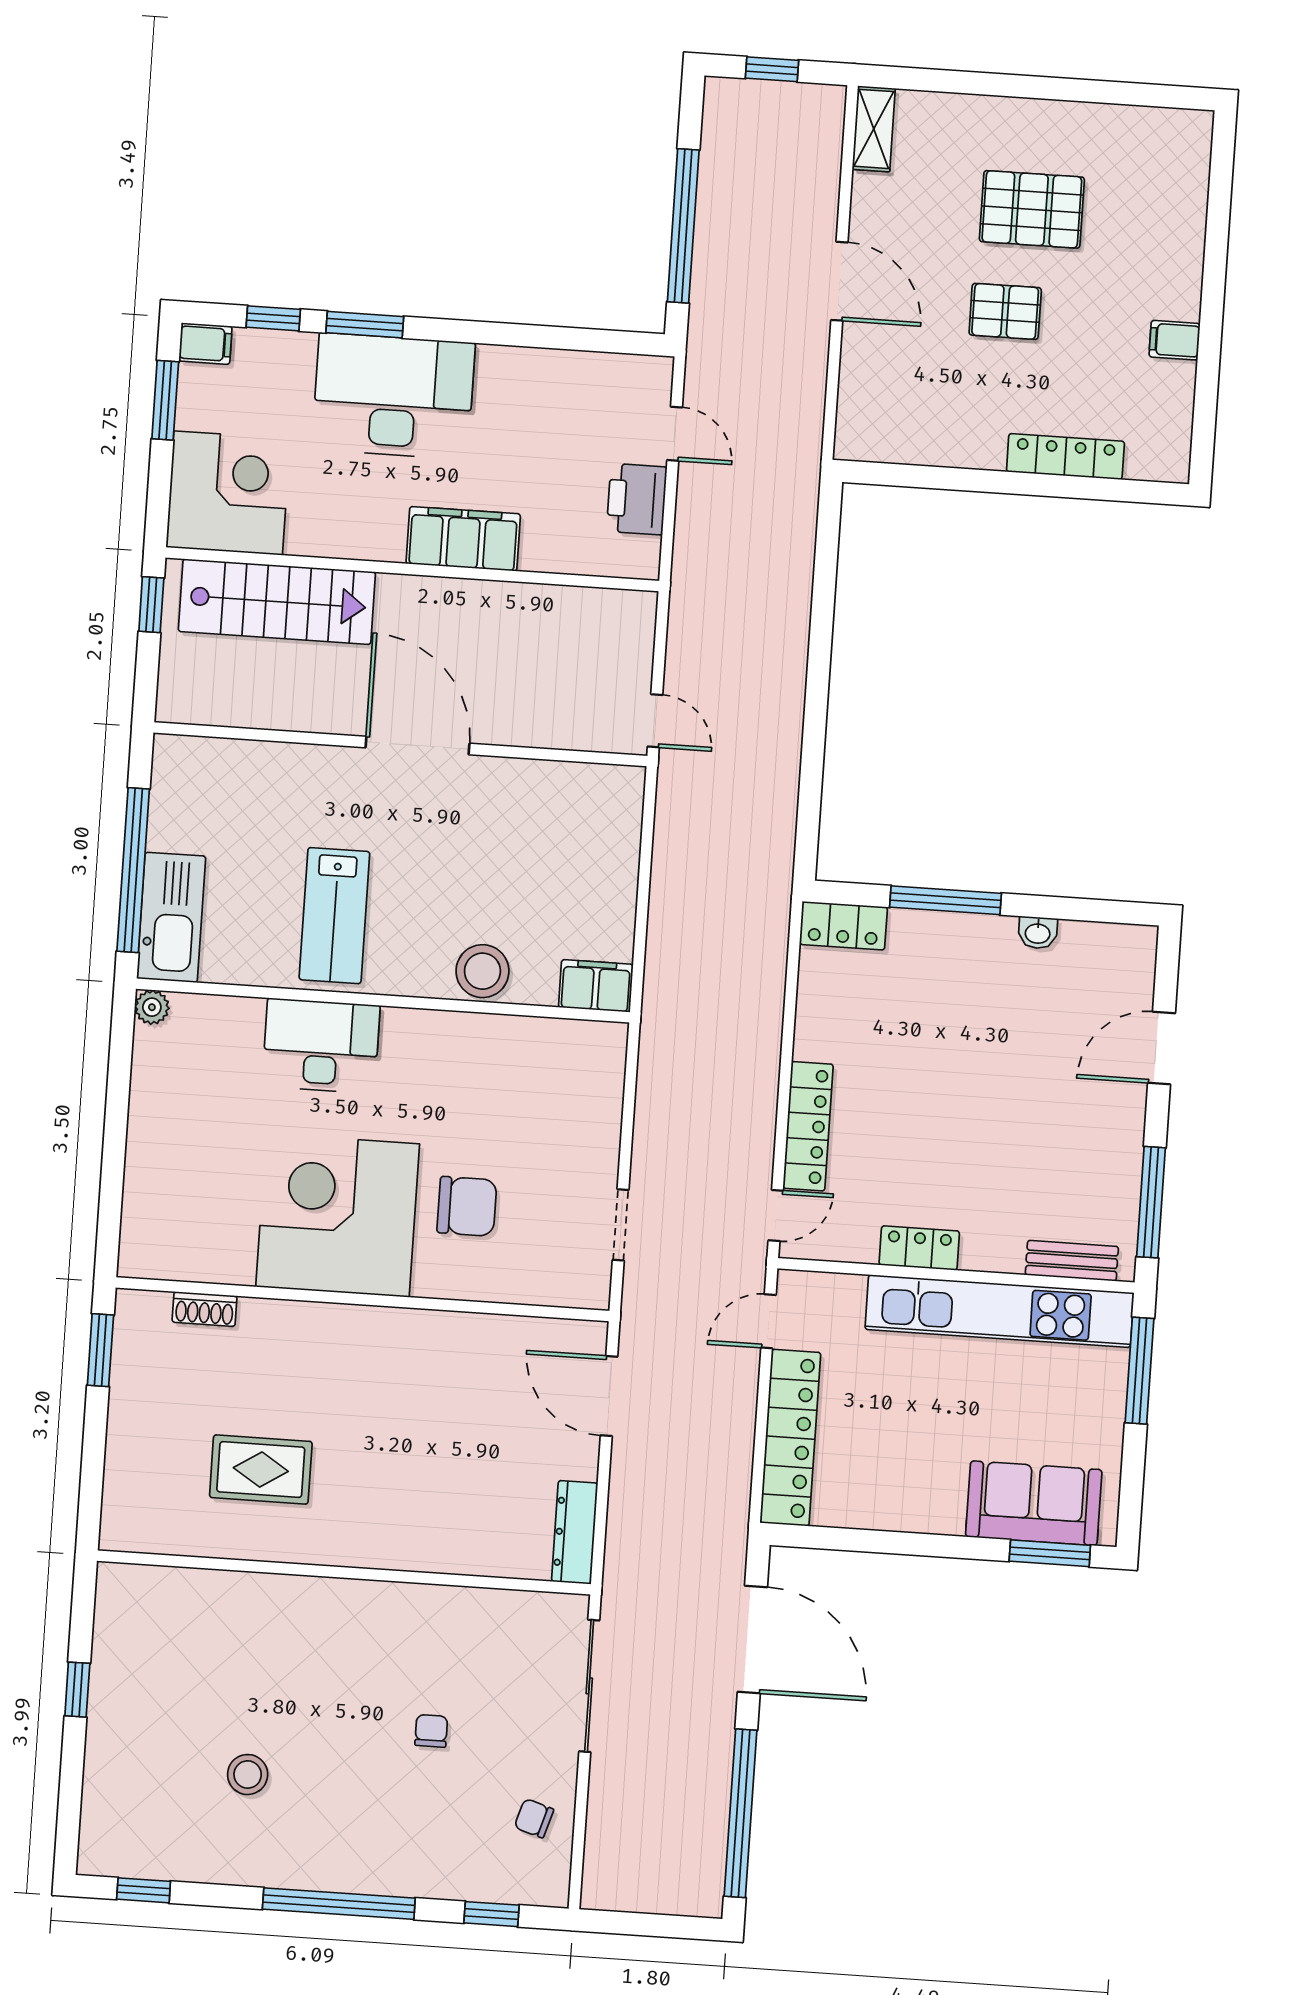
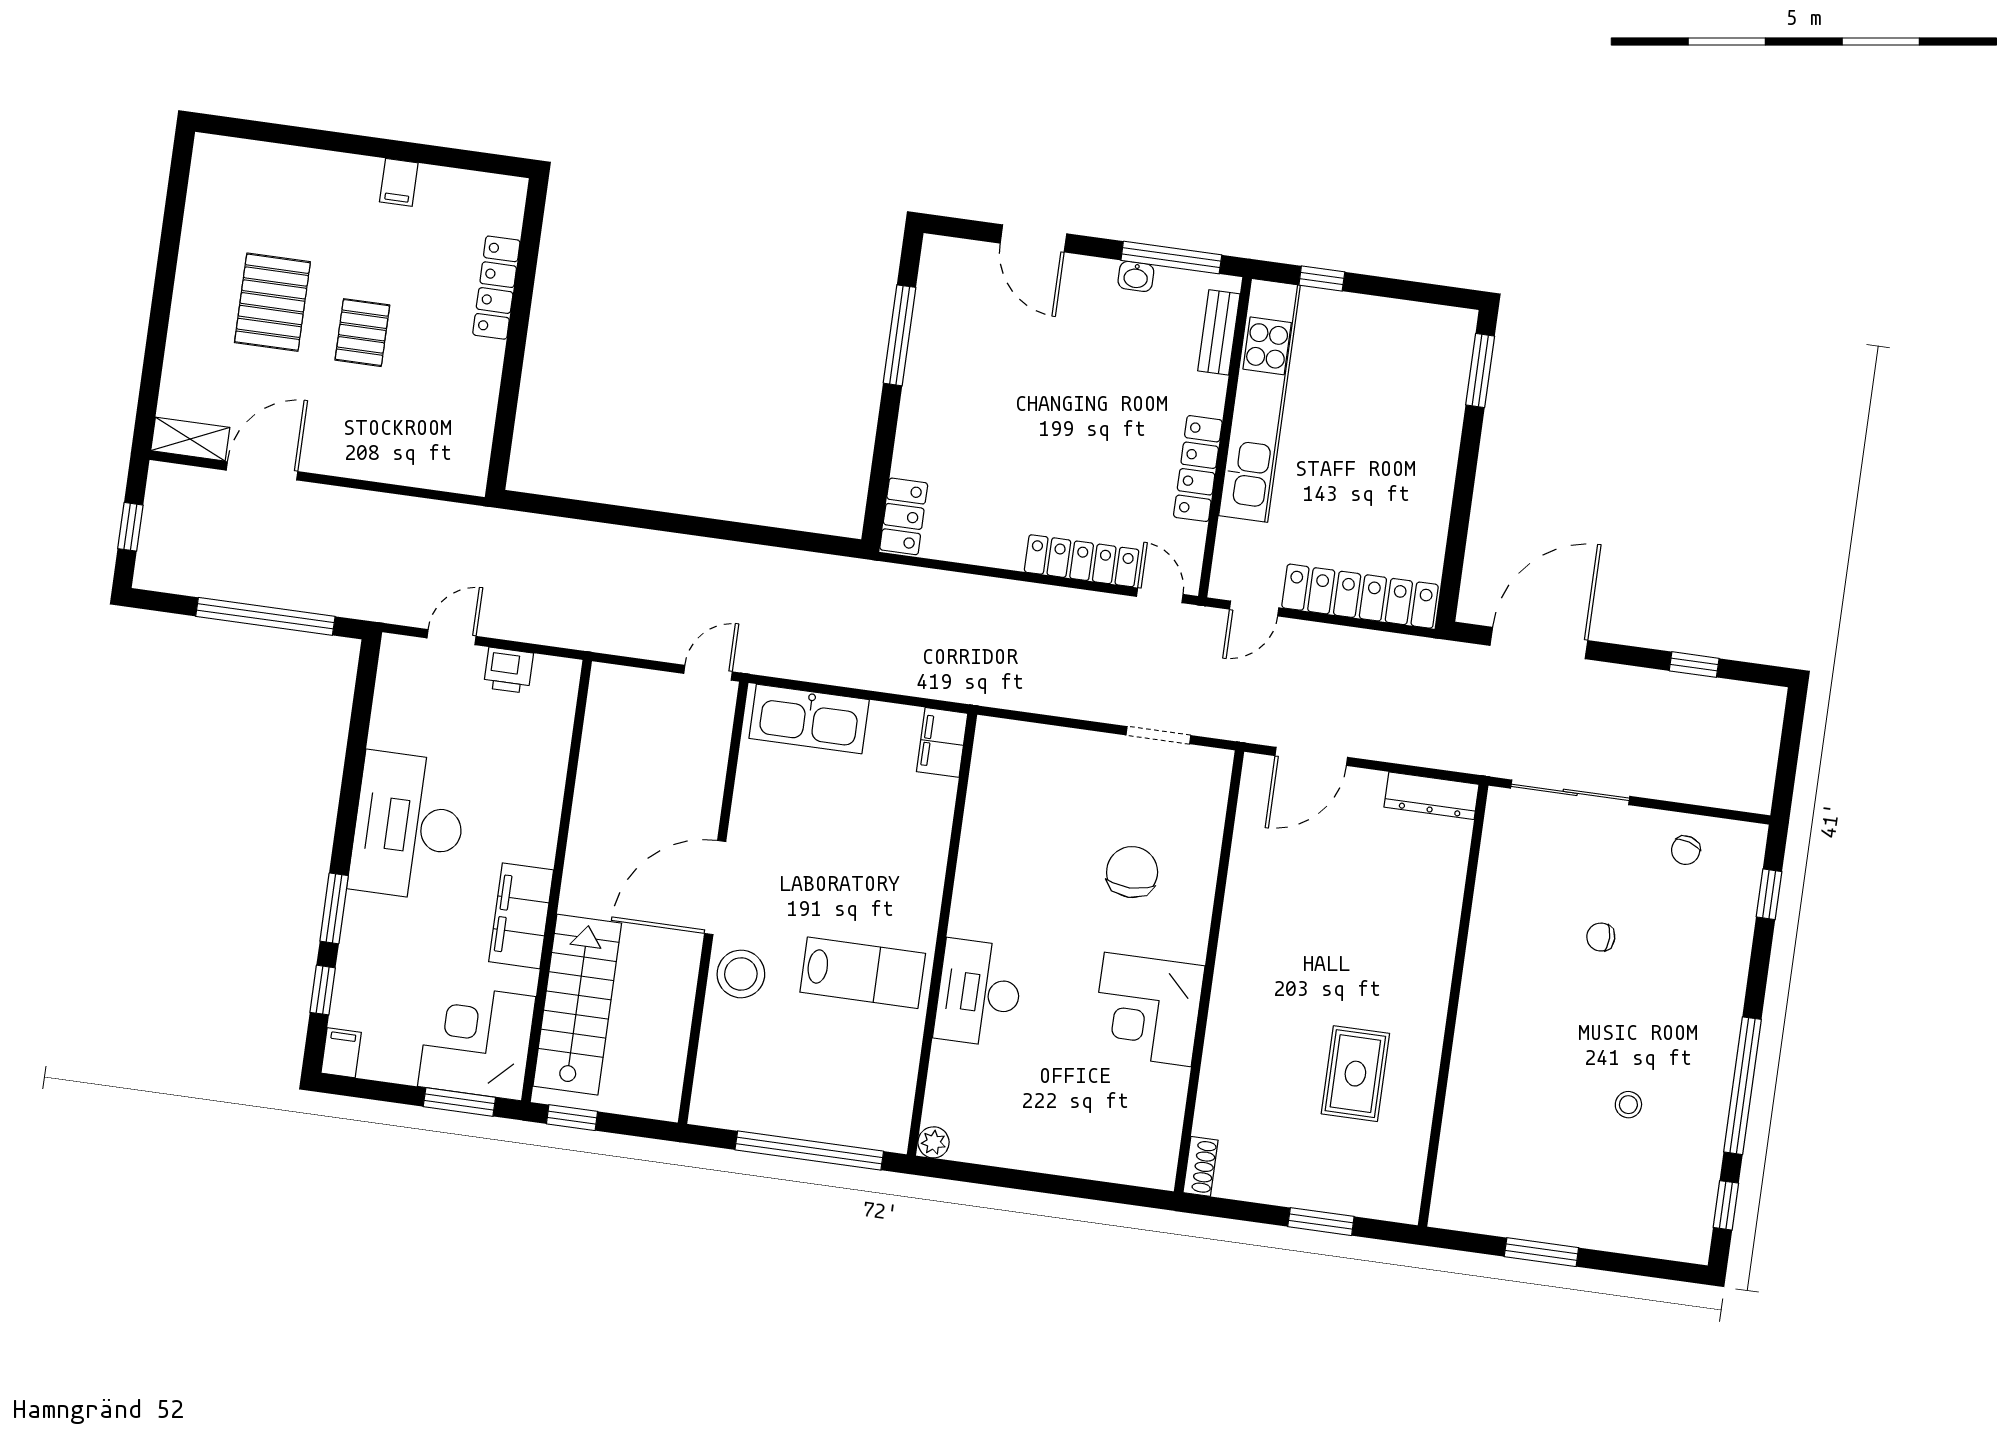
door: (839, 281) -> (262, 471), moved
desk: (393, 396) -> (408, 826), moved
window: (165, 400) -> (459, 1102), moved
printer: (637, 499) -> (508, 670), width x0.73, depth x0.81
filing cabinet: (463, 539) -> (521, 916), moved
window: (945, 900) -> (900, 335), moved
kitchen sink: (171, 917) -> (809, 719), moved, turned 180
washbasin: (1038, 933) -> (1136, 276), moved, turned 90
stool: (482, 971) -> (741, 974), moved
corner desk: (338, 1215) -> (1148, 1009), width x0.74, depth x0.74
locker: (919, 1248) -> (1198, 469), width x1.53
shoe rack: (205, 1309) -> (1201, 1166), moved
door: (768, 1321) -> (1254, 609), hinge flipped
window: (100, 1350) -> (1321, 1222), moved
window: (1140, 1371) -> (1322, 278), width x0.46
sofa: (1034, 1503) -> (1434, 382), removed
window: (77, 1690) -> (1541, 1252), width x1.50
stool: (248, 1775) -> (1628, 1105), width x0.73, depth x0.73
window: (741, 1813) -> (1694, 665), width x0.32
window: (339, 1904) -> (1742, 1086), moved

